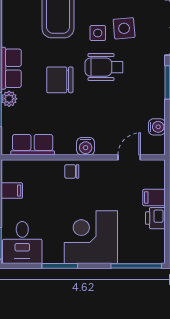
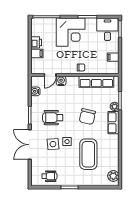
wheelchair: (104, 67) -> (53, 118), moved, turned 180
chair: (60, 80) -> (87, 117), turned 103
row of seats: (33, 145) -> (96, 82), width x1.48
water cooler: (86, 146) -> (61, 81), moved

